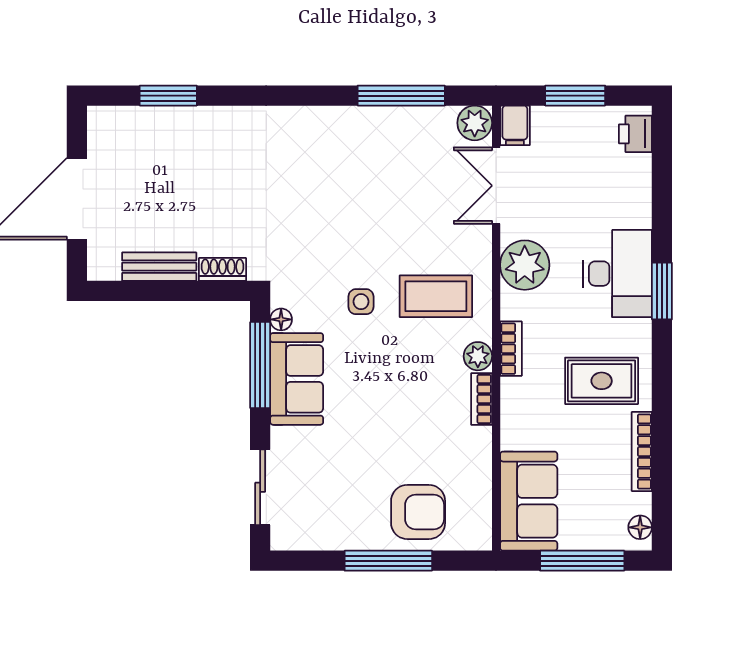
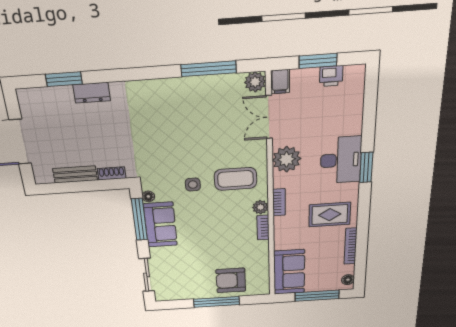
dresser: (209, 122) -> (92, 93), added
printer: (635, 134) -> (331, 76), moved, turned -90
armchair: (418, 512) -> (231, 280), turned 180

